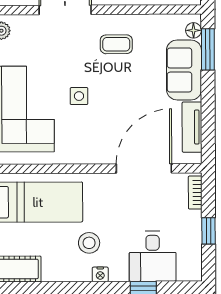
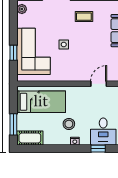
door: (144, 168) -> (99, 84), width x0.53

